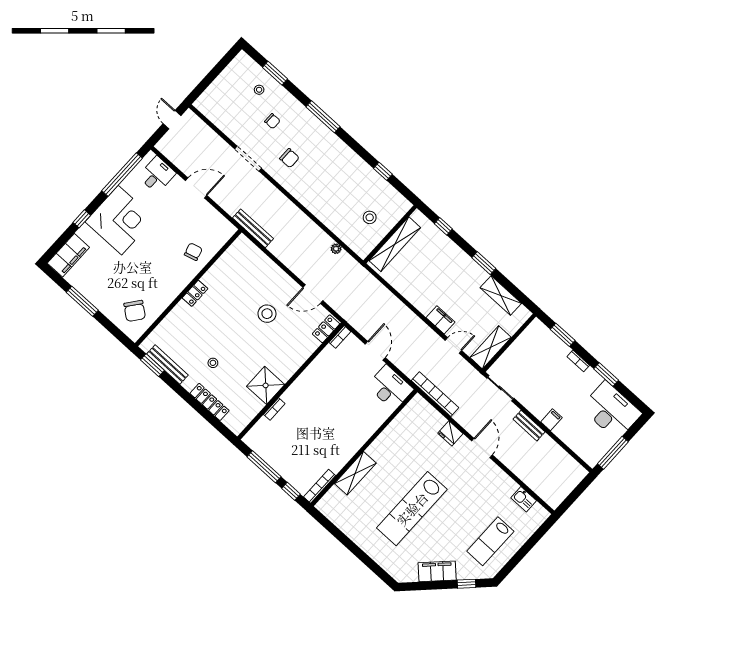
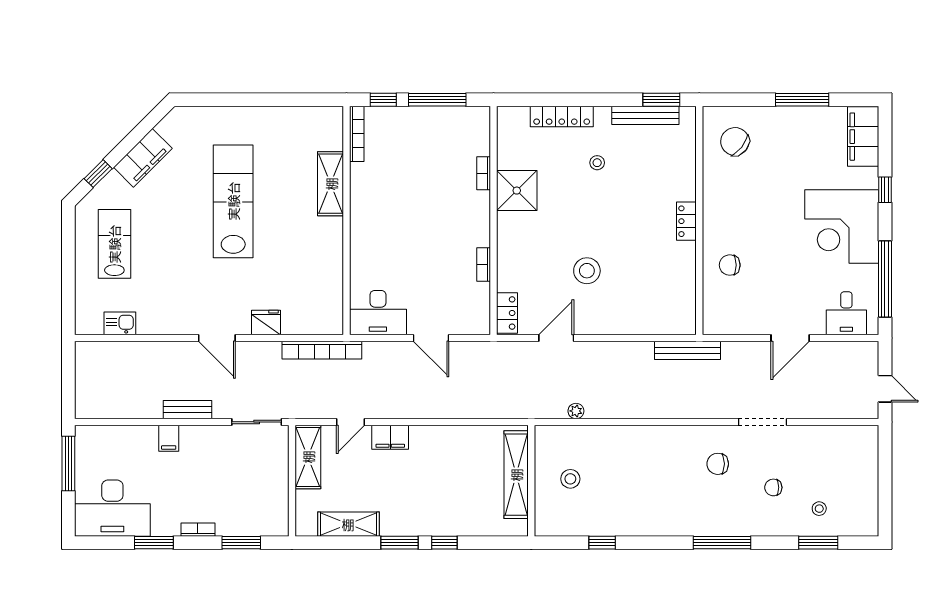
window: (443, 226) -> (444, 543), moved
chair: (193, 252) -> (730, 265), turned 106
bookcase: (340, 337) -> (484, 265), moved

